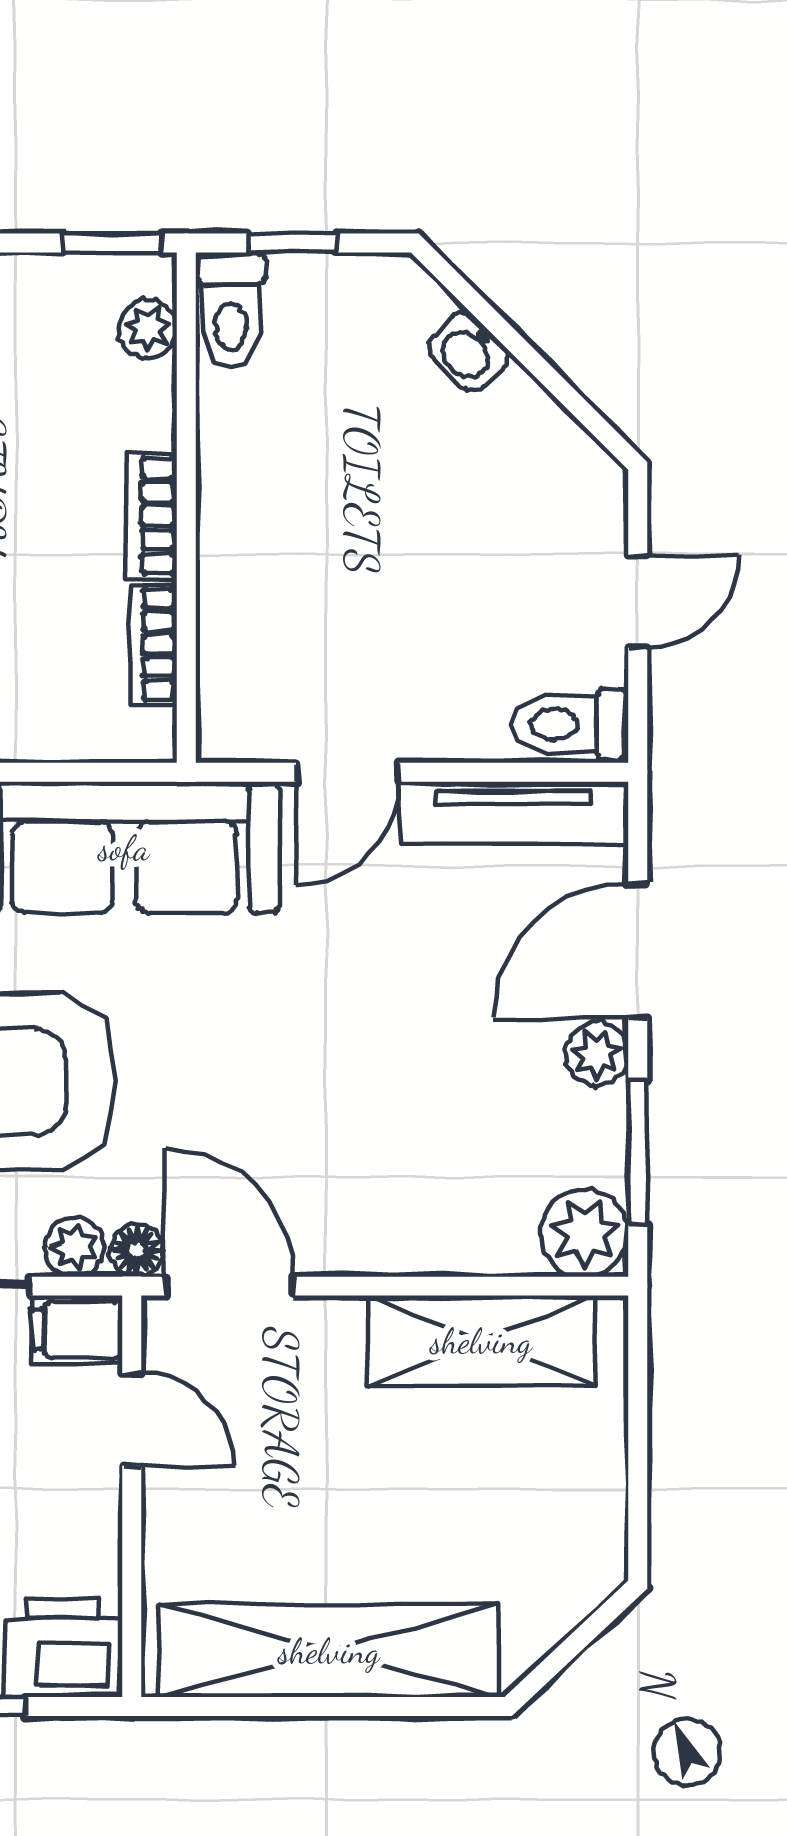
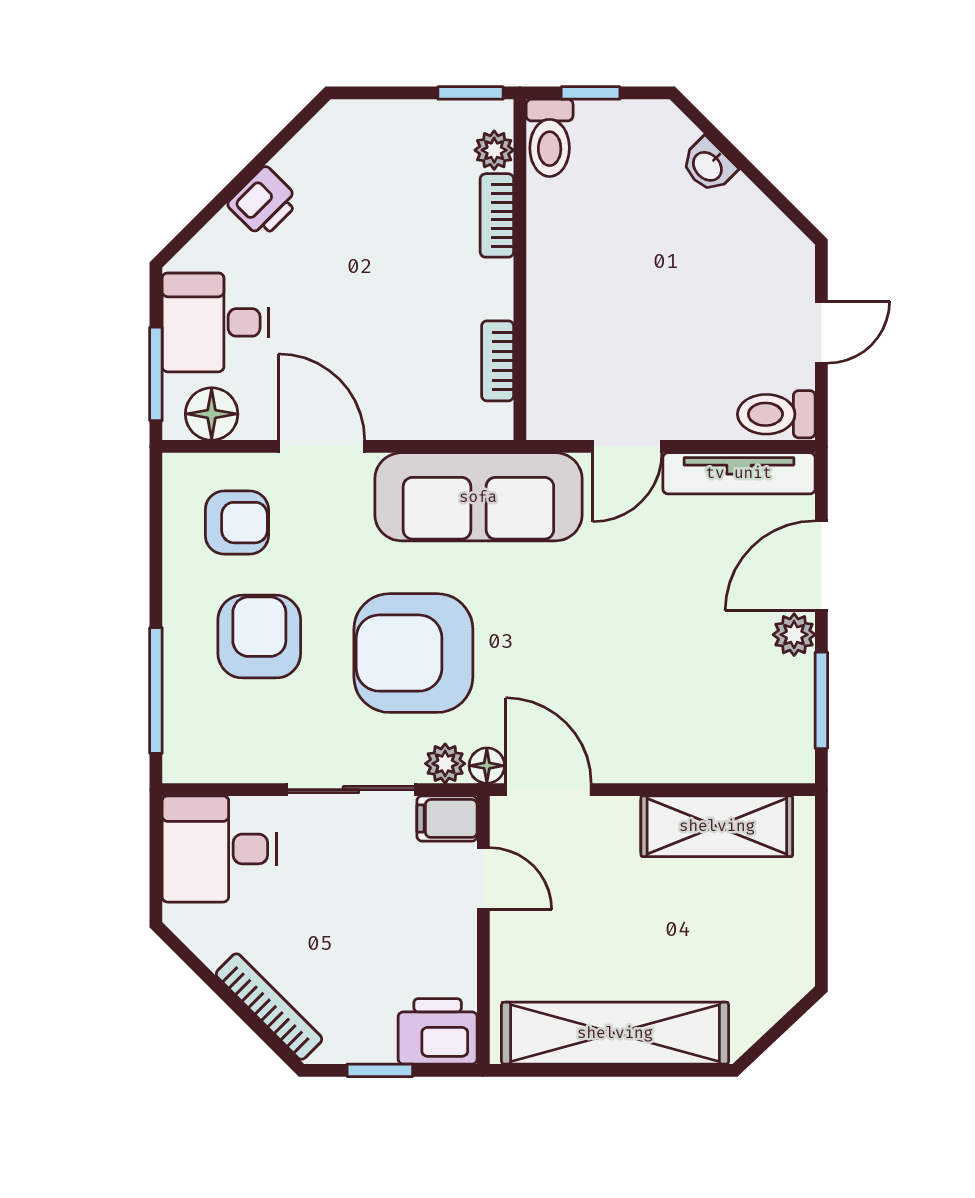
bookcase: (152, 516) -> (497, 215), moved
plant: (585, 1233) -> (786, 754), removed

